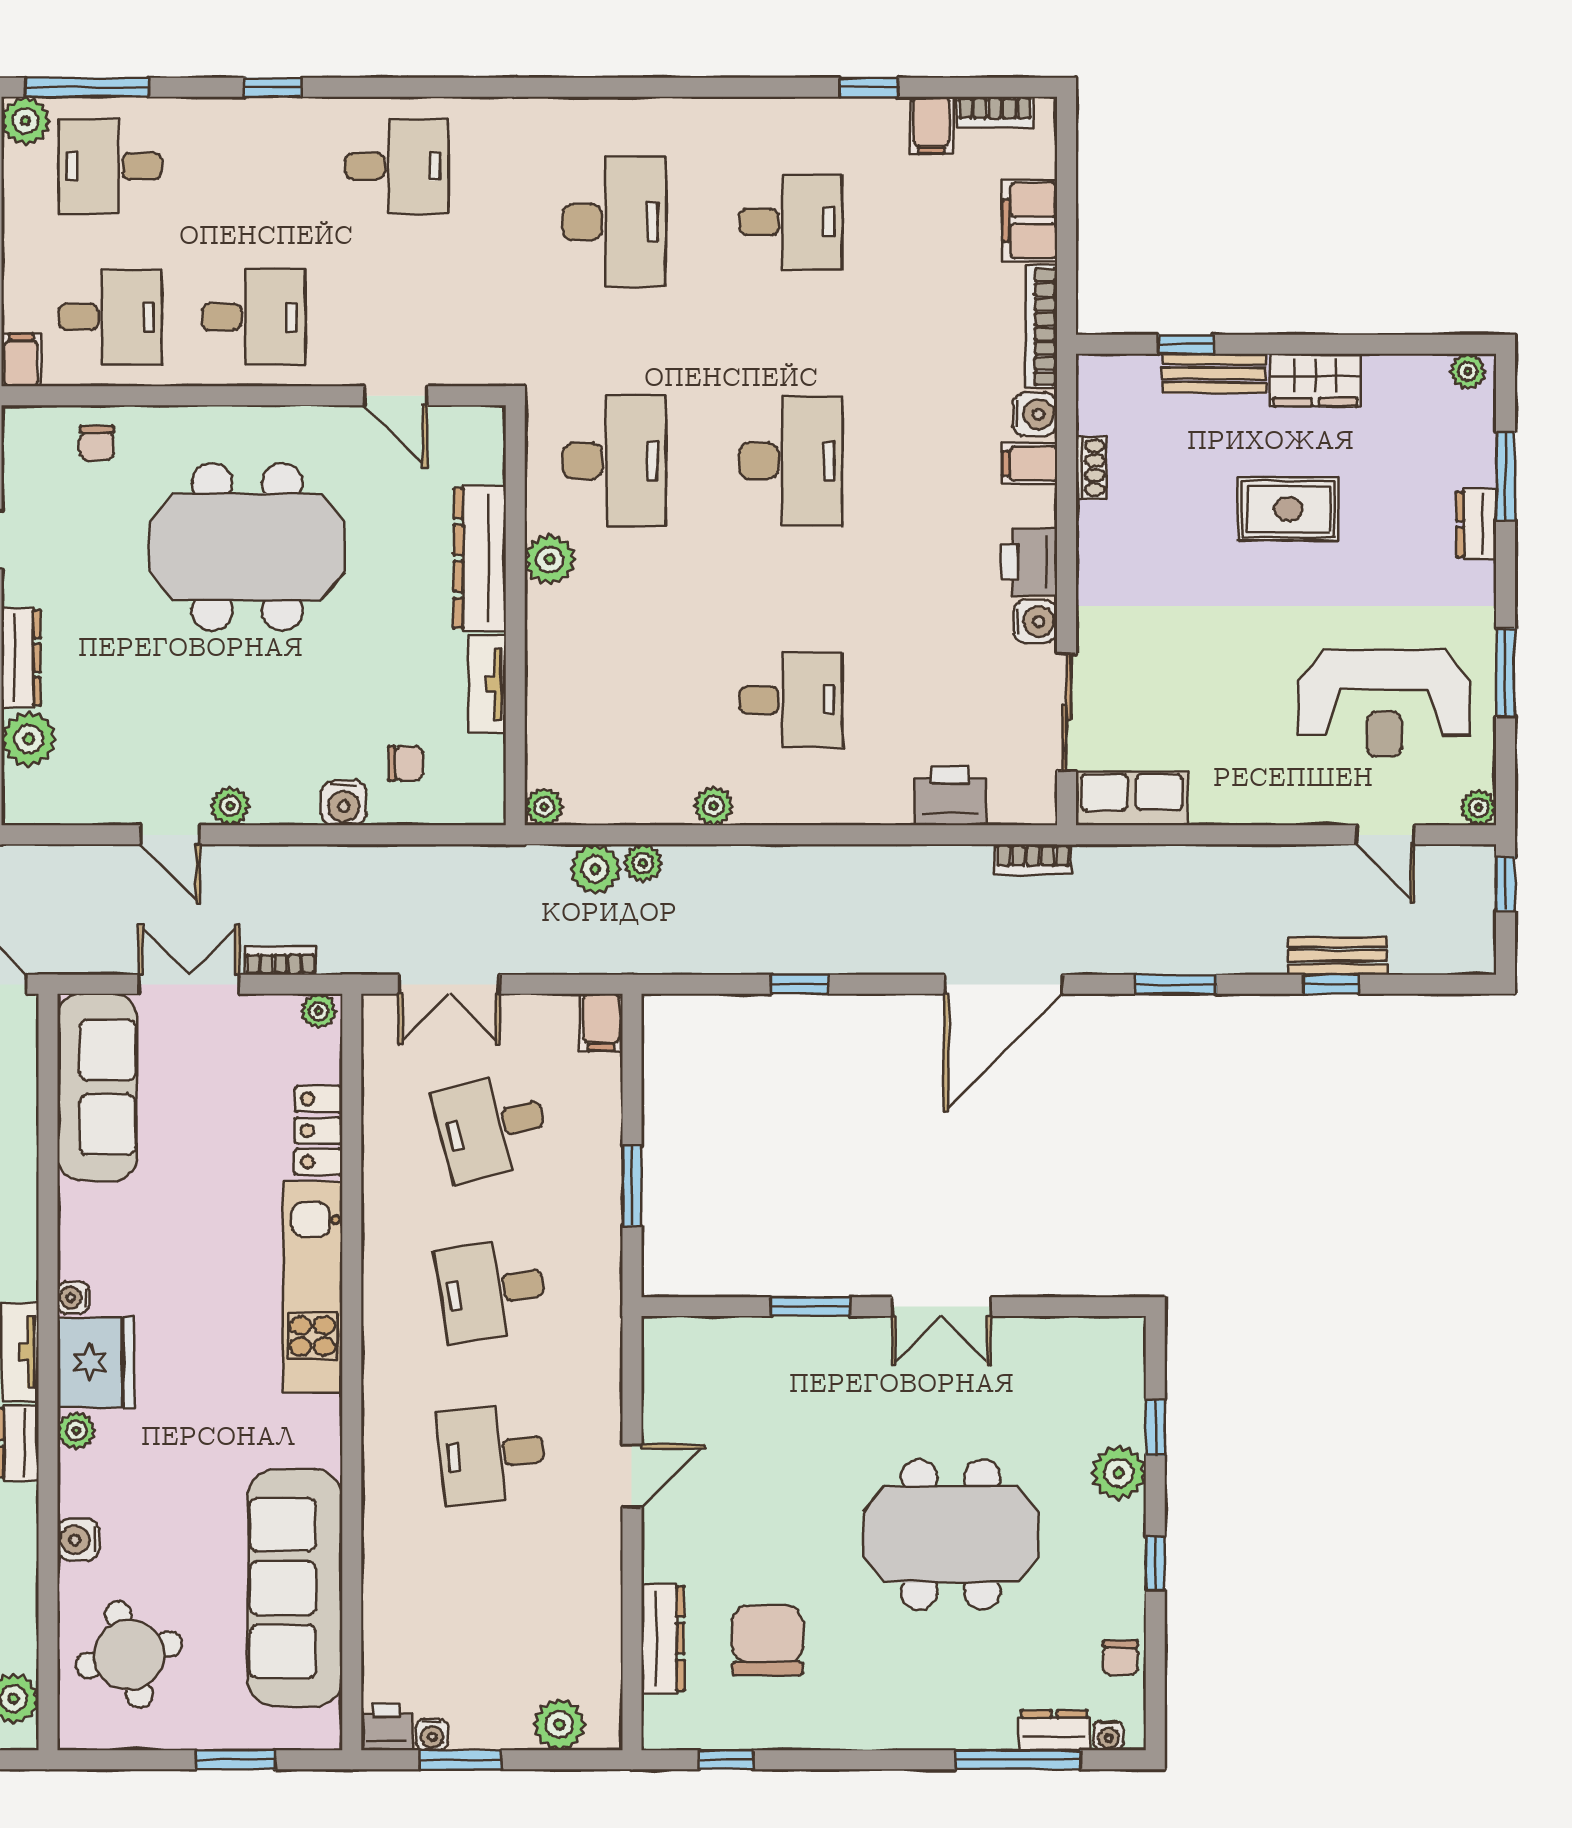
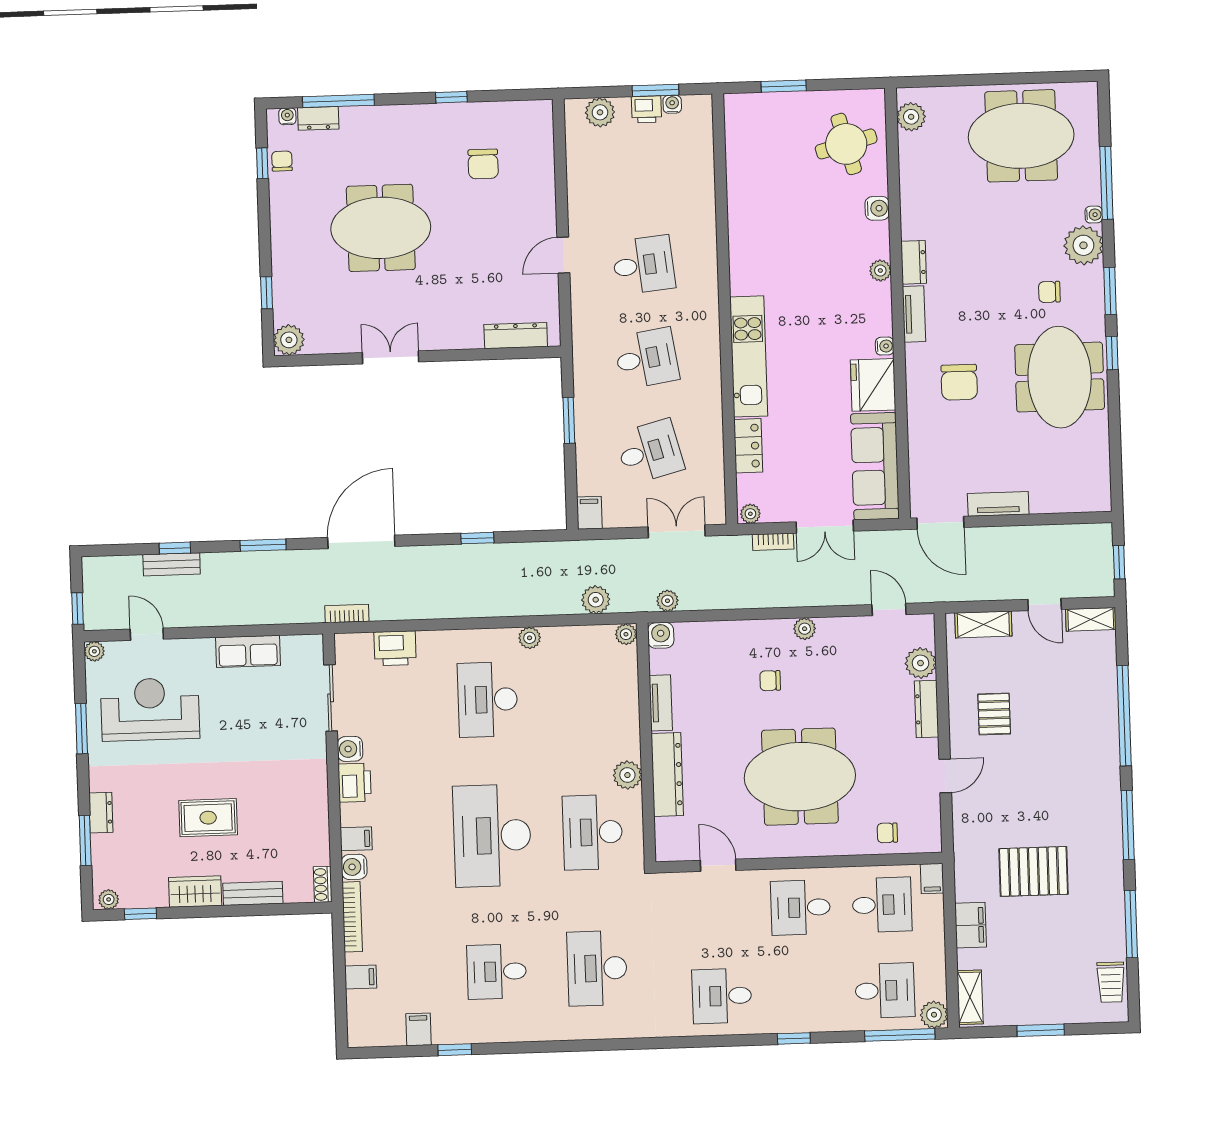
bookcase: (995, 112) -> (383, 1038), removed
filing cabinet: (1030, 220) -> (361, 977), width x0.50
desk: (110, 317) -> (882, 905), turned 180
window: (1186, 344) -> (140, 914), moved
chair: (97, 443) -> (887, 833), turned -90
desk: (791, 461) -> (492, 836), width x1.36, depth x1.30
shoe rack: (1091, 468) -> (323, 884), moved
desk: (791, 700) -> (488, 700), width x1.37
chair: (406, 763) -> (770, 681), moved
row of seats: (1132, 799) -> (248, 651), moved
water cooler: (344, 803) -> (661, 635), moved
door: (170, 835) -> (889, 610), moved
plant: (643, 863) -> (667, 601), moved
window: (810, 1307) -> (465, 355), removed
fridge: (96, 1363) -> (873, 385), moved
plant: (1119, 1473) -> (289, 340), moved
window: (1155, 1563) -> (262, 163), moved
sofa: (295, 1588) -> (753, 185), removed
dresser: (663, 1638) -> (516, 336), moved, turned 90
chair: (768, 1641) -> (483, 164), width x0.73, depth x0.73
printer: (387, 1727) -> (647, 109), moved
window: (726, 1760) -> (451, 97), moved

